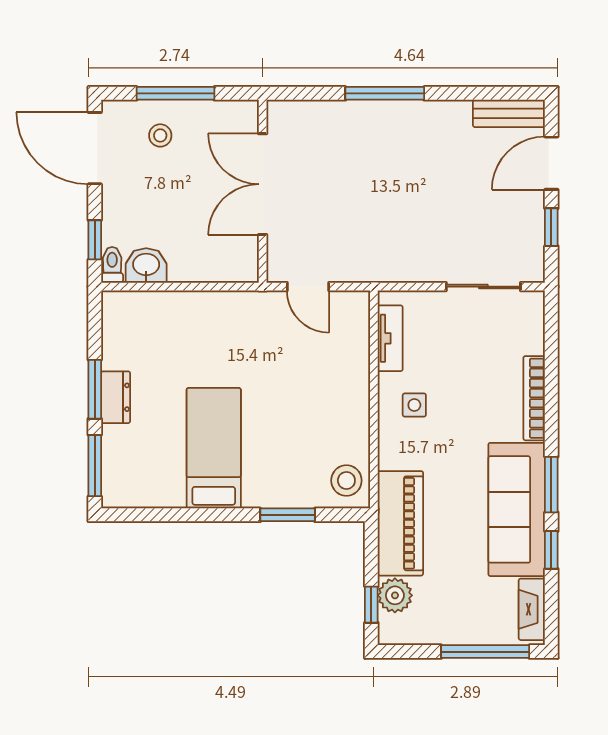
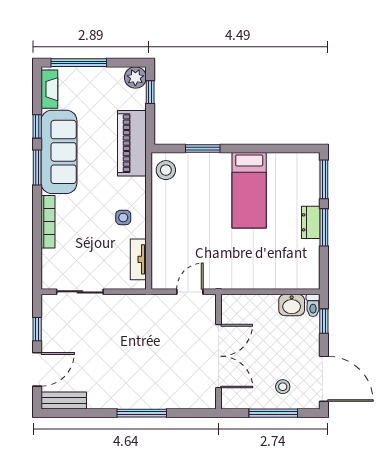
door: (308, 287) -> (190, 292), hinge flipped
plant: (395, 595) -> (135, 77), moved

